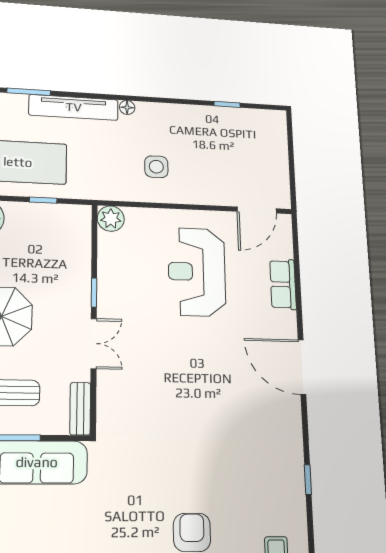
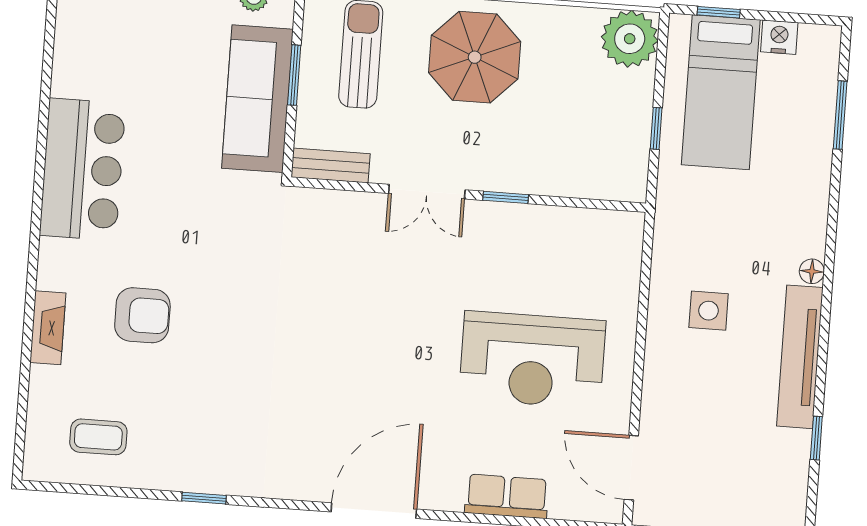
tv unit: (74, 107) -> (800, 357), moved
plant: (111, 219) -> (623, 231), removed
reception desk: (197, 272) -> (532, 360), turned 180

